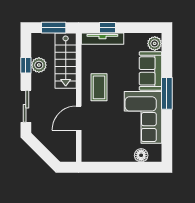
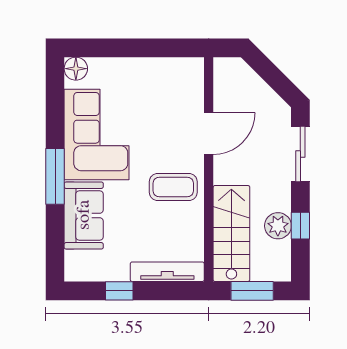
window: (108, 28) -> (119, 291), moved
plant: (155, 43) -> (77, 263), removed
coffee table: (99, 87) -> (173, 187), turned 90
floor lamp: (141, 155) -> (76, 69), moved

